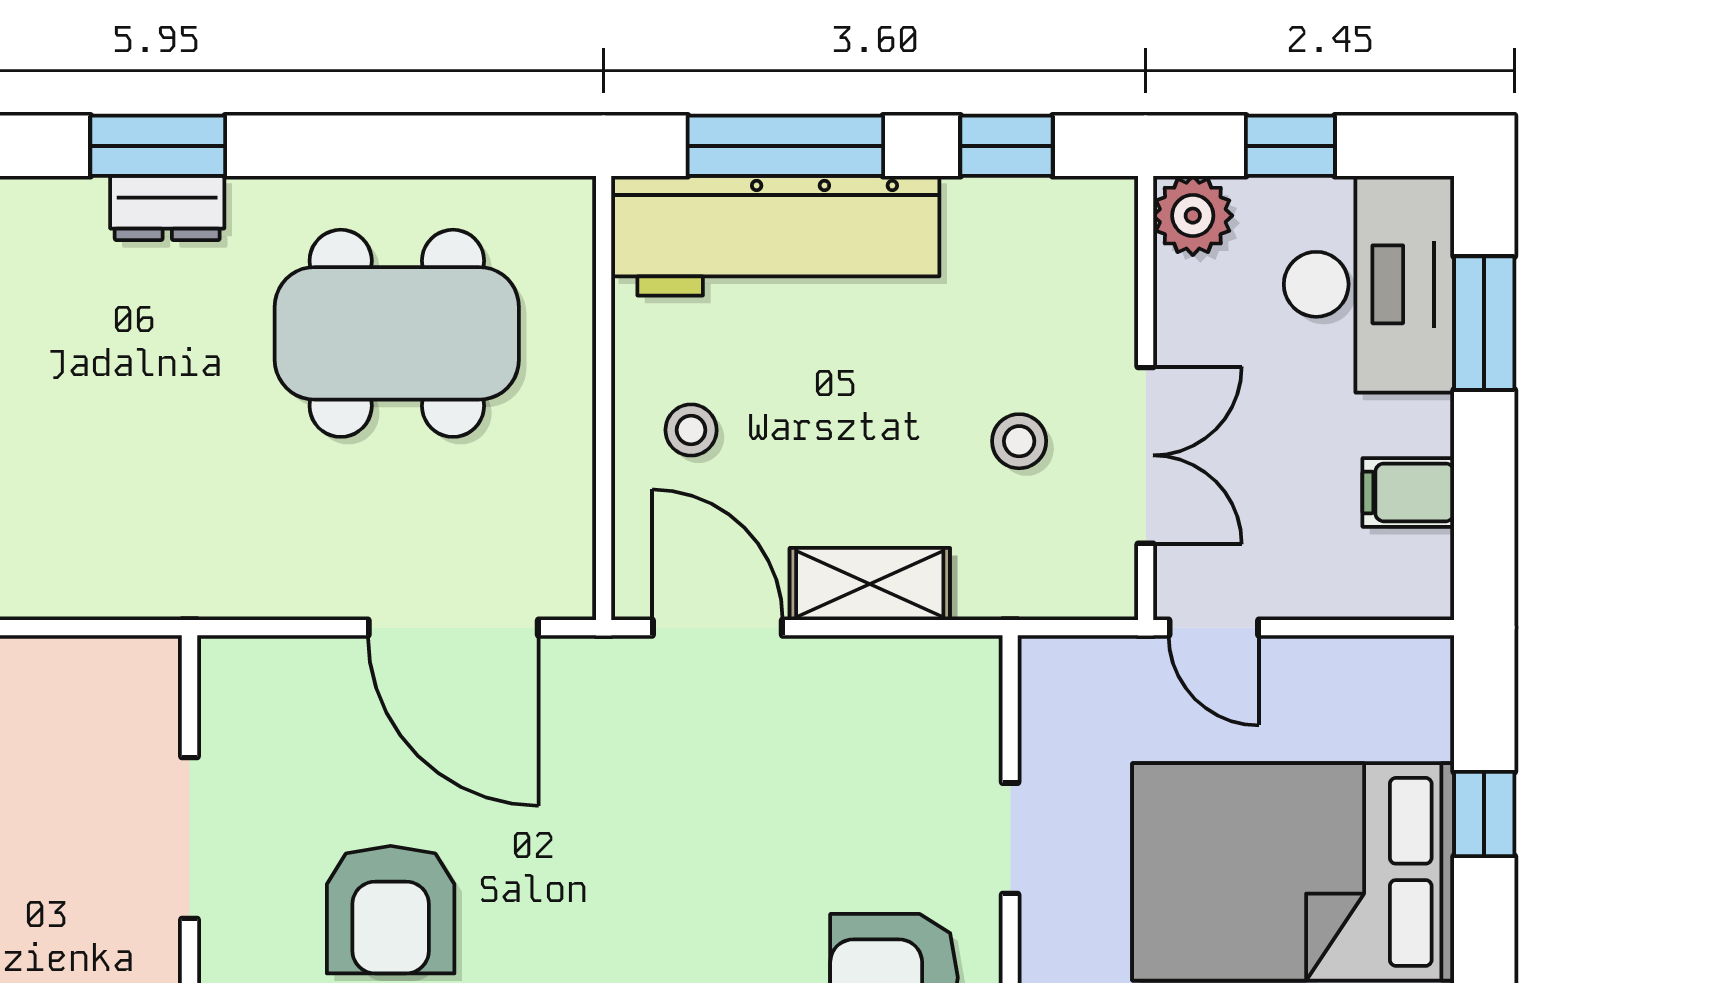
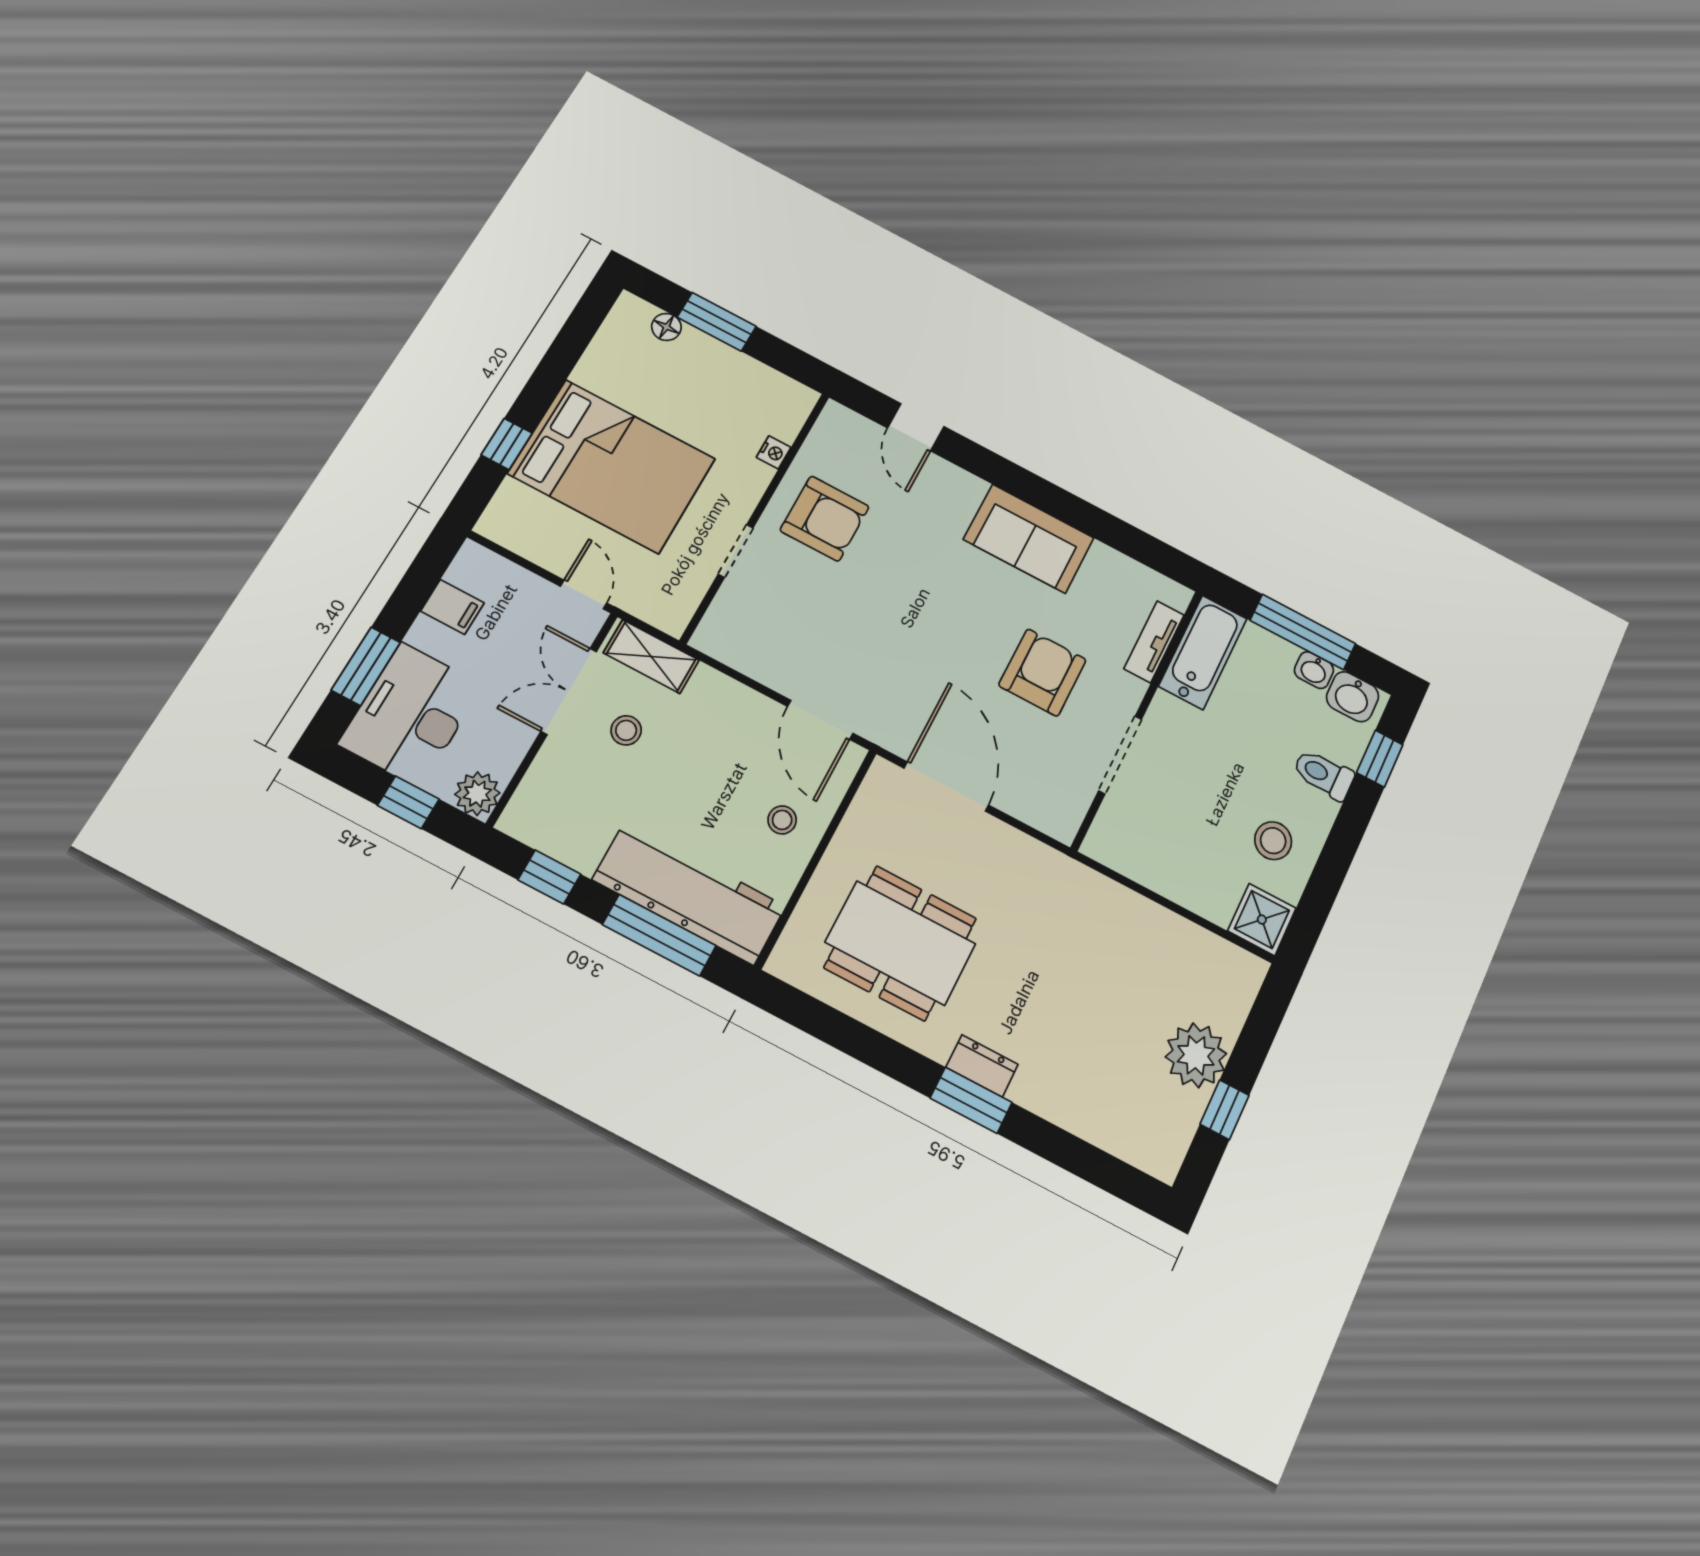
shelving: (870, 584) -> (651, 657), moved

